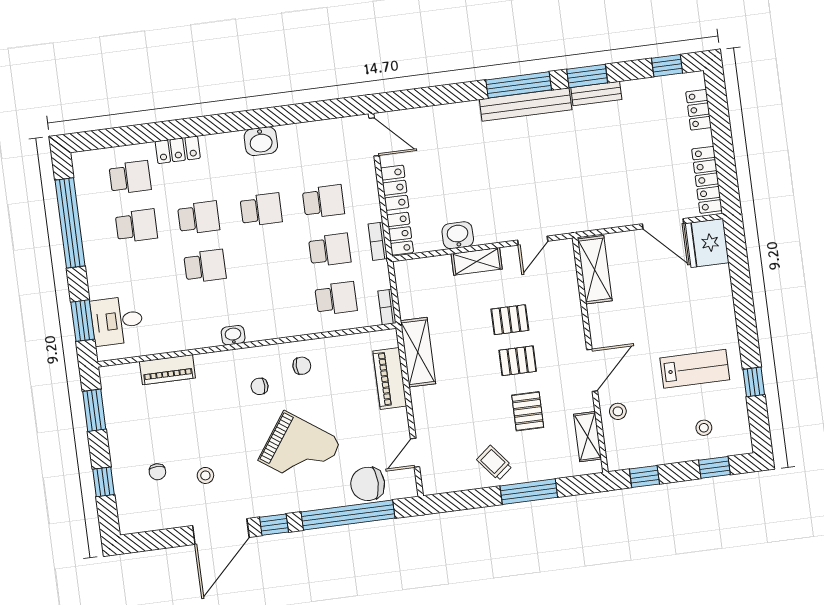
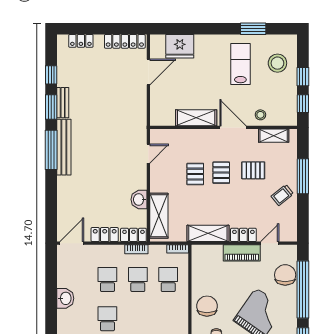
window: (667, 66) -> (51, 75), moved
washbasin: (261, 141) -> (65, 298), moved
door: (533, 241) -> (148, 154), hinge flipped
fridge: (707, 243) -> (180, 46), moved
shelving: (477, 261) -> (159, 216), moved, width x1.50, depth x1.33
shelving: (595, 270) -> (196, 118), moved
chair: (302, 366) -> (207, 306), width x1.87, depth x1.87
piano: (390, 378) -> (242, 253), moved
window: (754, 382) -> (253, 29), width x1.50
locker: (423, 409) -> (243, 235), added
stool: (704, 428) -> (277, 63), width x1.89, depth x1.89
door: (415, 453) -> (270, 243), swing flipped
window: (714, 467) -> (303, 77), moved
chair: (368, 484) -> (285, 275), turned 180

